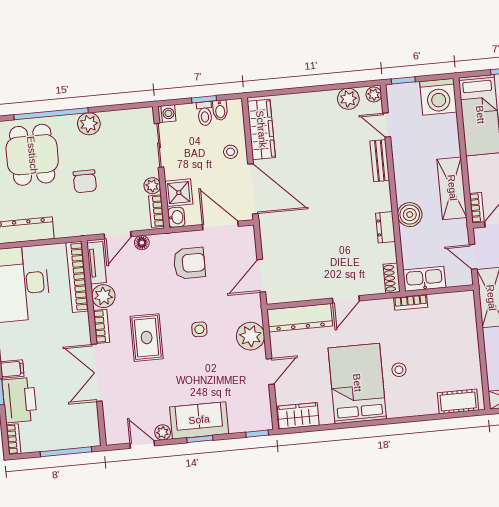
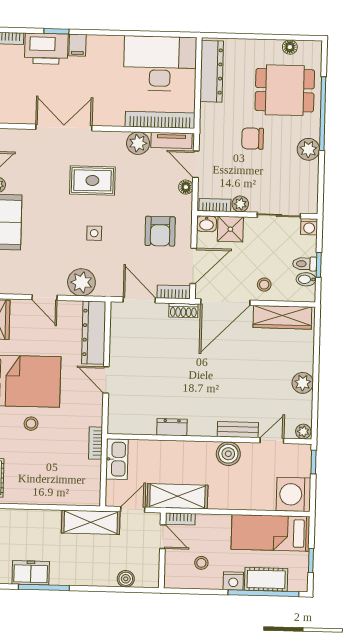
plant: (348, 99) -> (303, 383), moved
shelving: (452, 188) -> (177, 496), moved
boiler: (410, 215) -> (228, 454), moved
shoe rack: (392, 278) -> (183, 310), moved, turned 180
bookcase: (101, 326) -> (174, 292), moved, turned 180

